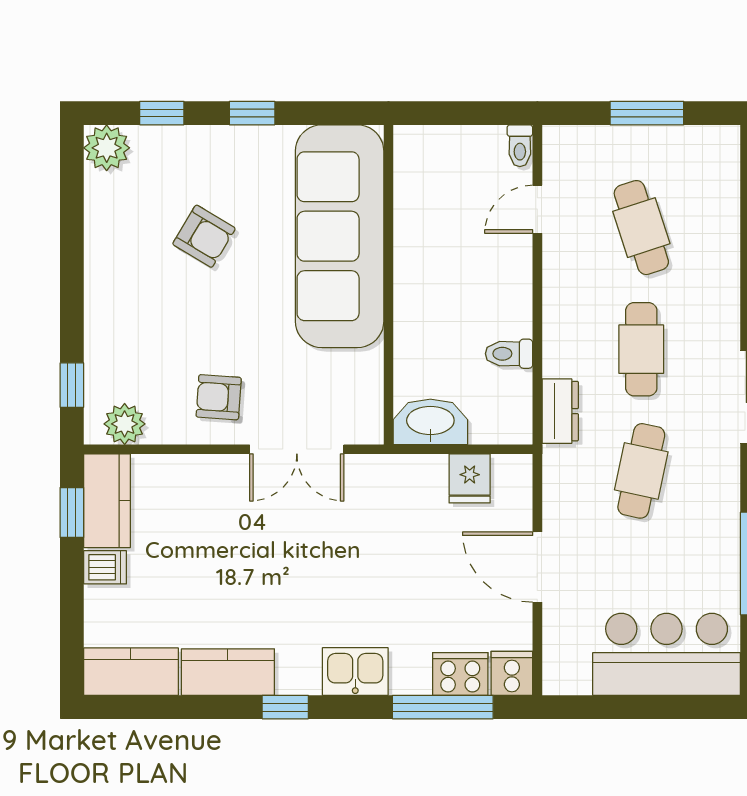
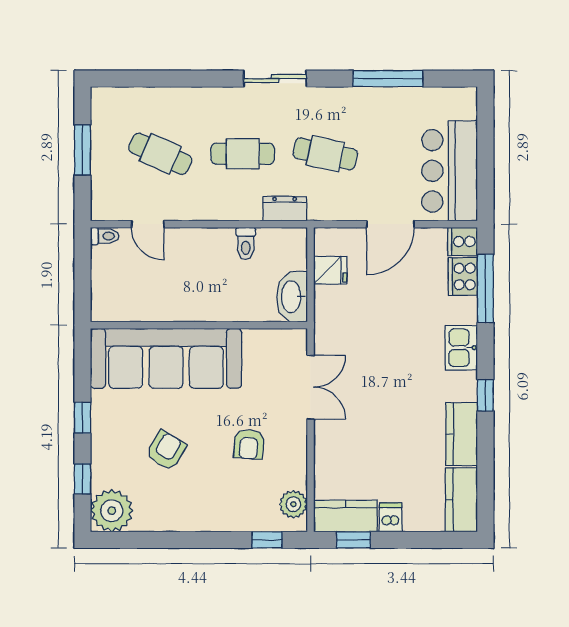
plant: (107, 148) -> (112, 511), width x1.36, depth x1.36
cafe table: (641, 228) -> (160, 154), turned 42
armchair: (219, 397) -> (249, 444), moved
bar counter: (667, 654) -> (450, 171), moved

